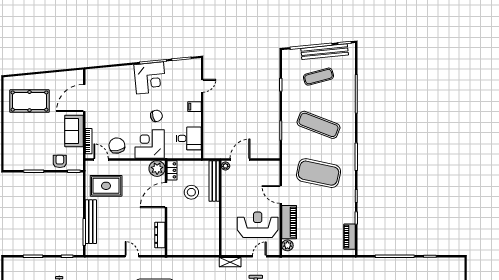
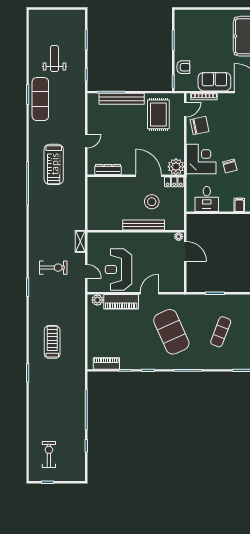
exercise mat: (319, 125) -> (221, 332), width x0.73, depth x0.69
exercise mat: (319, 173) -> (171, 332), turned -36
bench: (214, 181) -> (144, 225), moved
reception desk: (258, 225) -> (119, 269), turned 180

